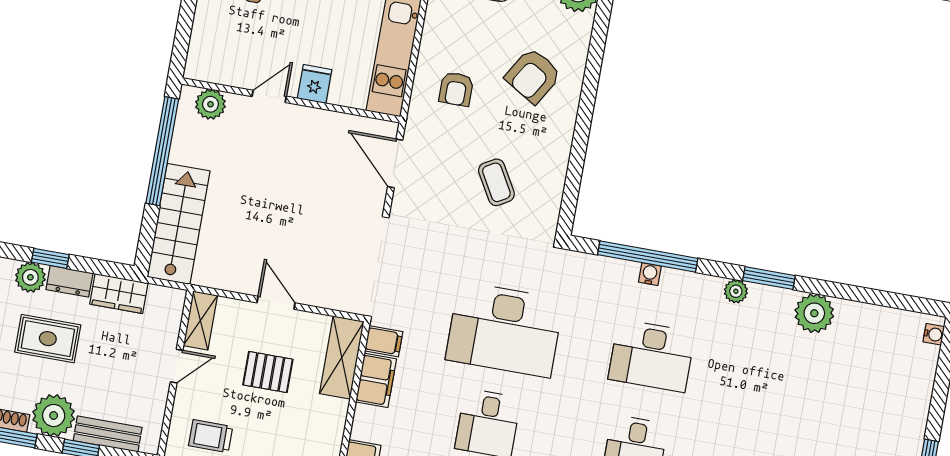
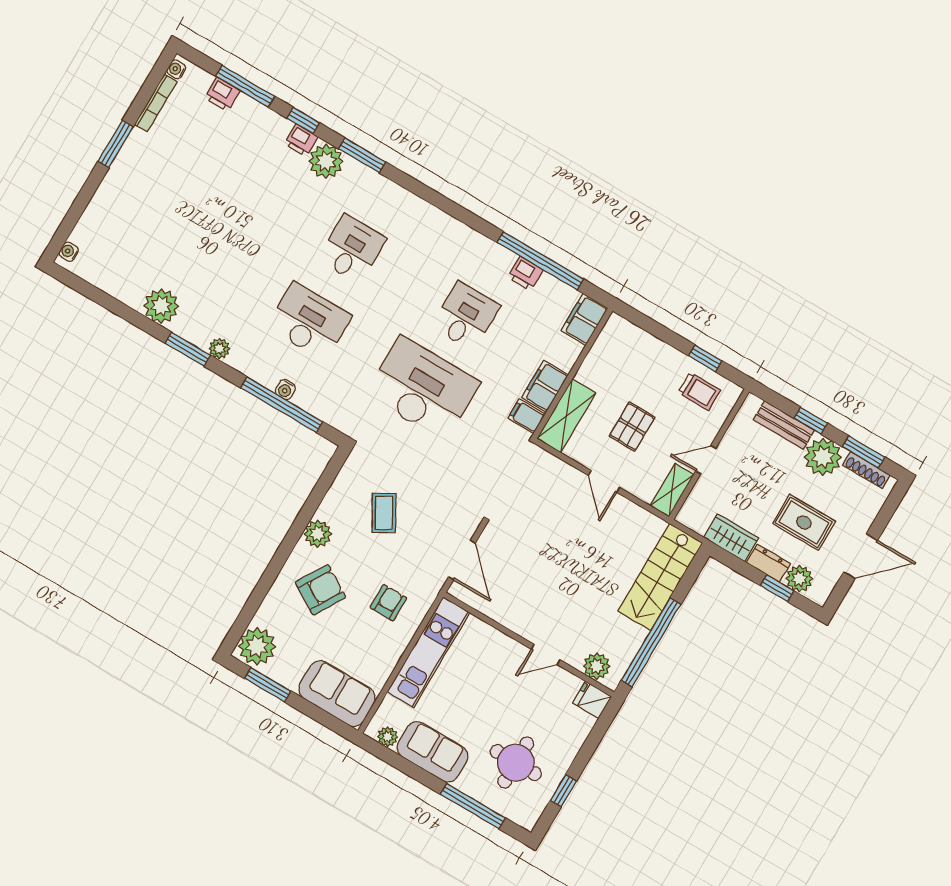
fridge: (315, 84) -> (592, 700), moved, turned 90
plant: (558, 134) -> (318, 534), added
pallet: (268, 372) -> (632, 427), turned 90

